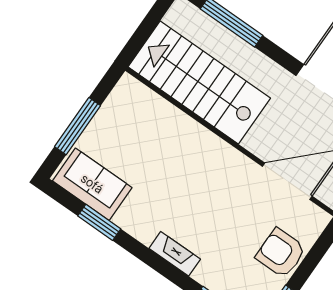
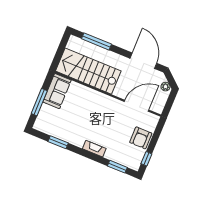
sofa: (92, 184) -> (57, 91), moved, turned 90
armchair: (281, 253) -> (141, 138), turned -90

